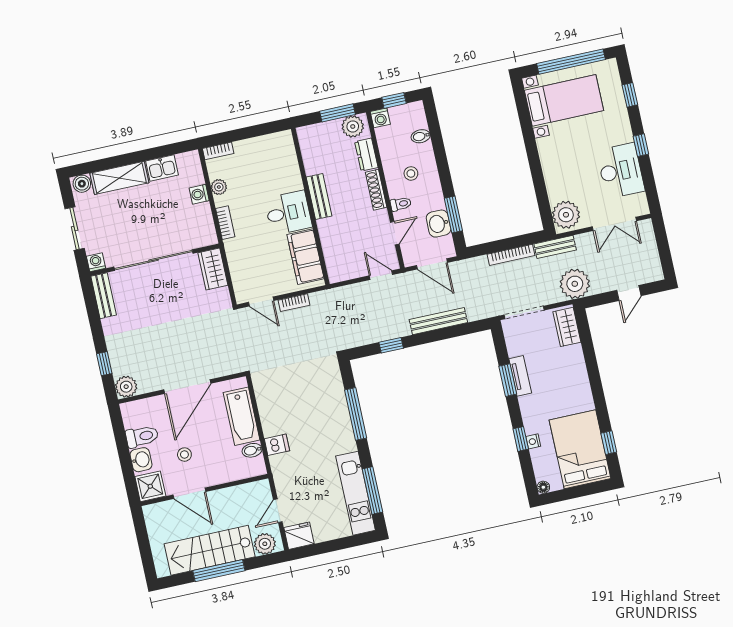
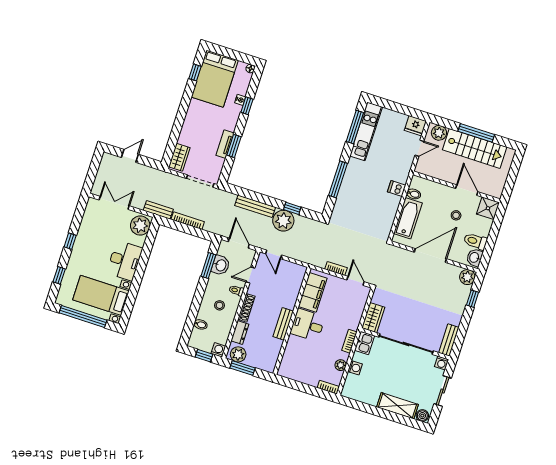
kitchen sink: (162, 168) -> (364, 343), moved, turned 90
desk: (621, 171) -> (125, 261), moved, turned 180
plant: (575, 284) -> (283, 221), moved
washbasin: (141, 460) -> (474, 258), moved

